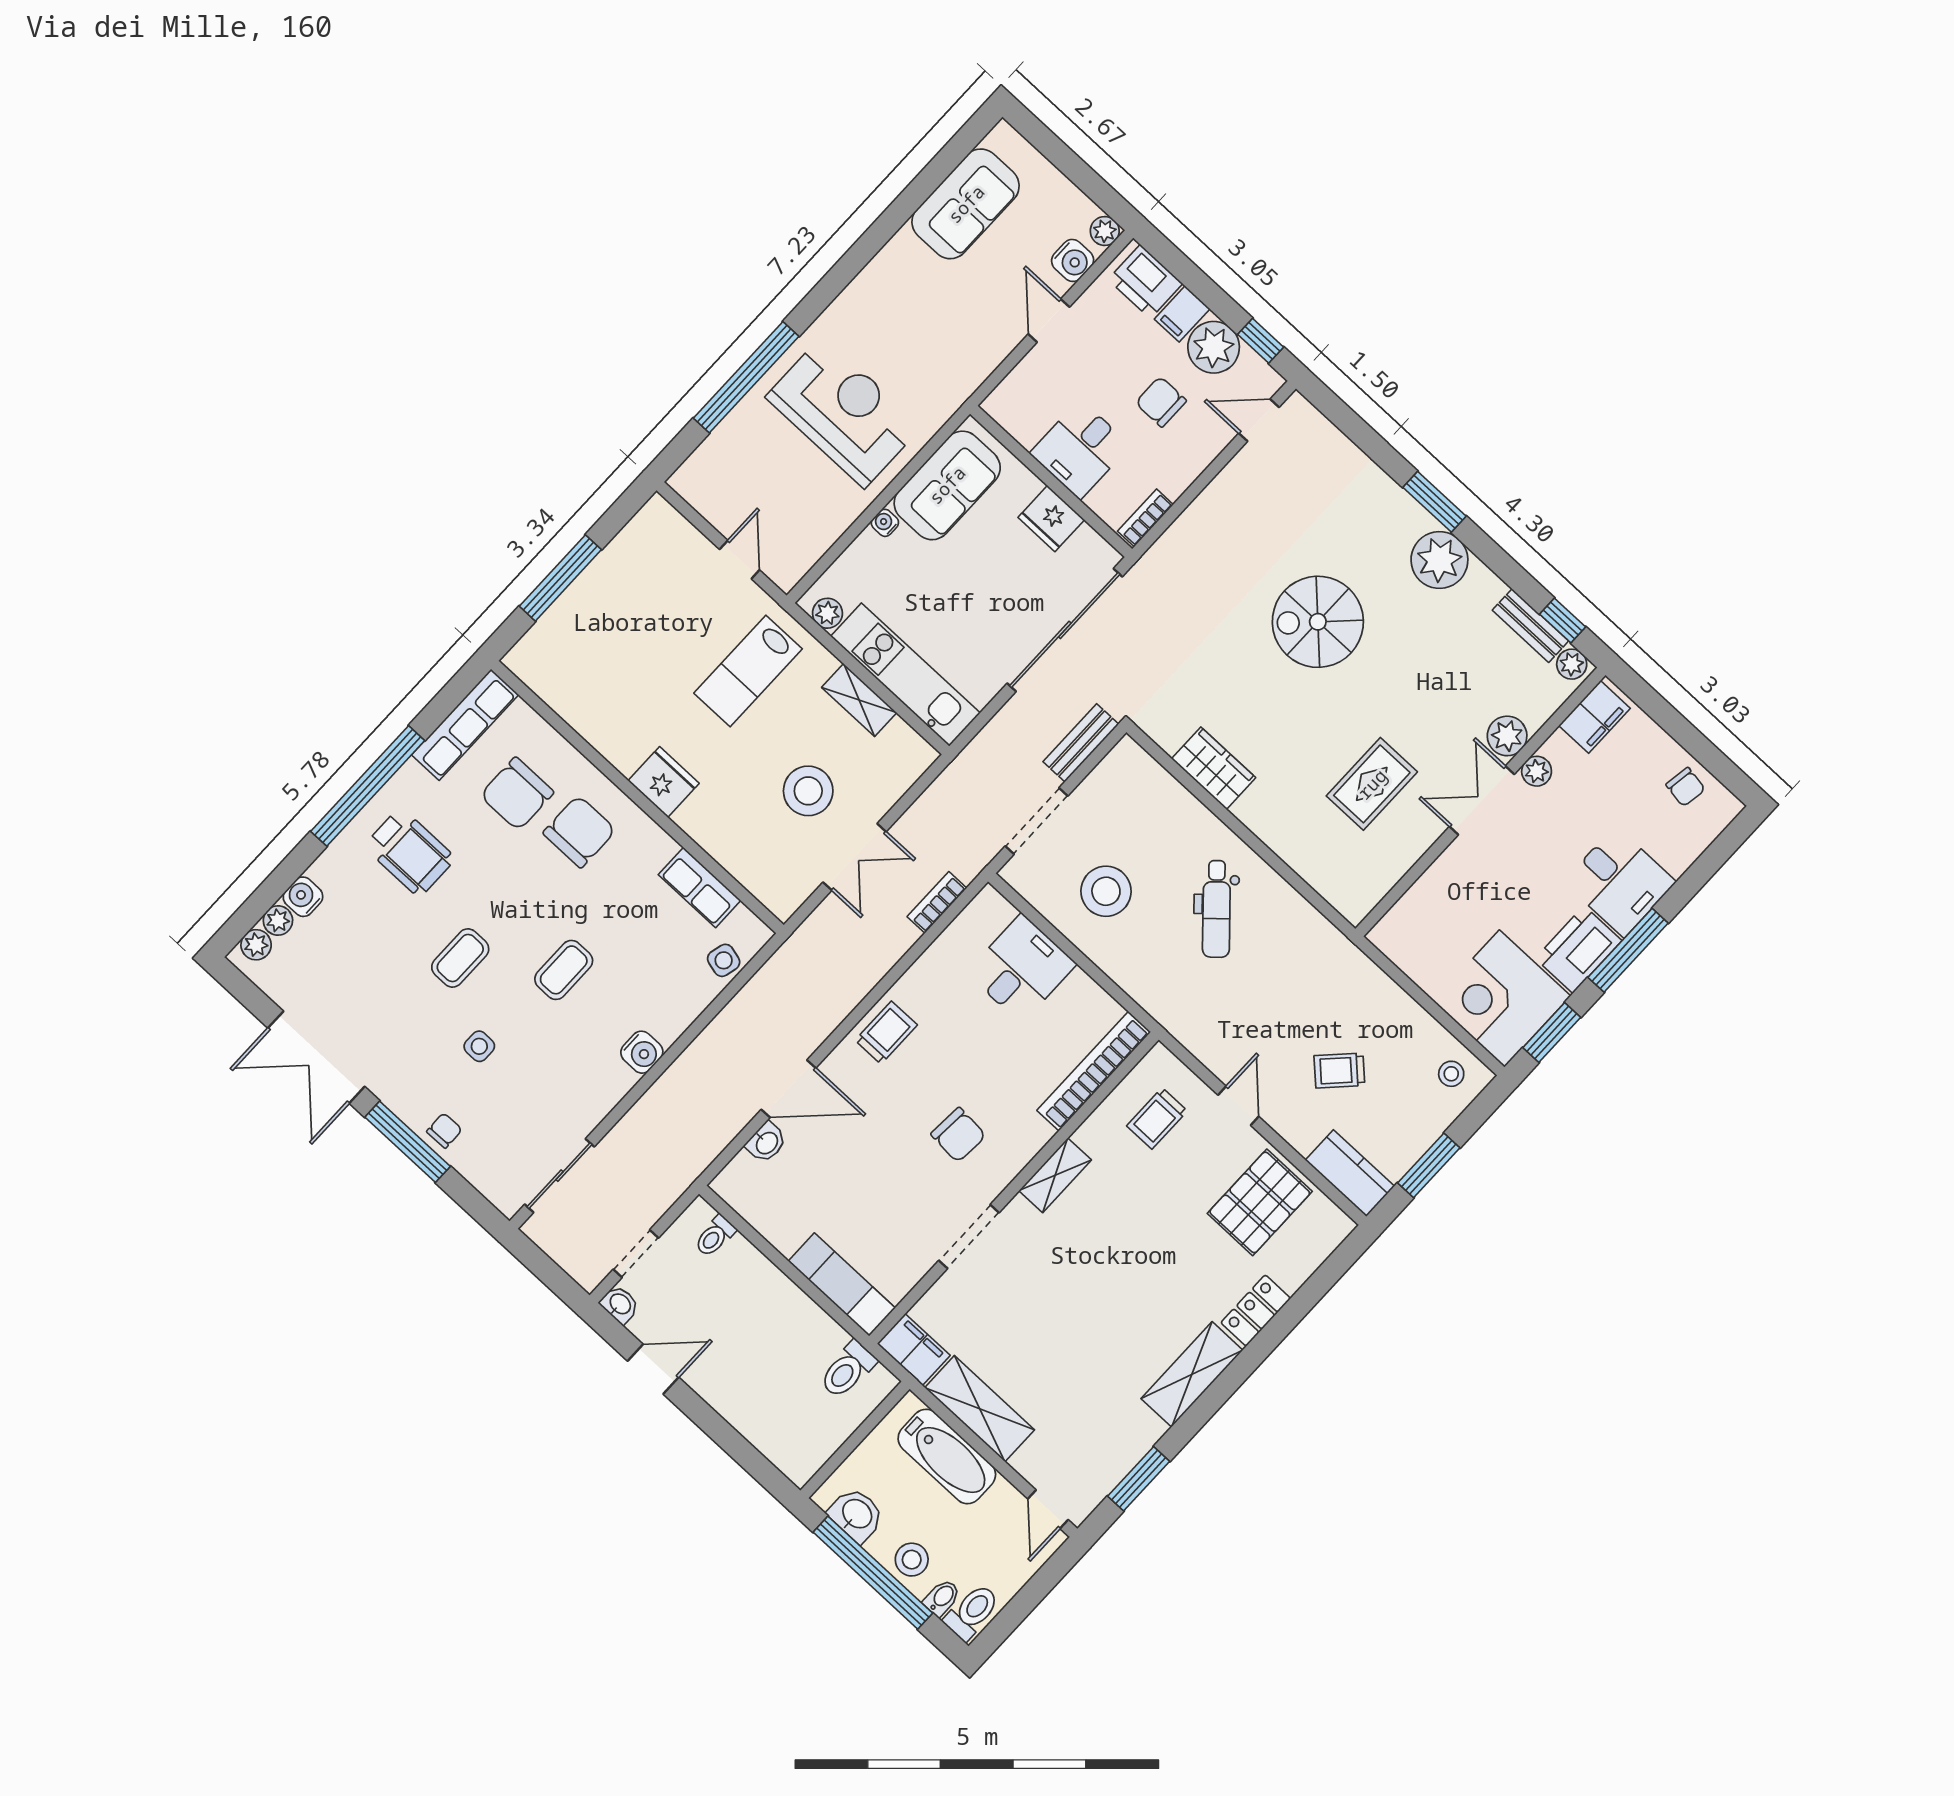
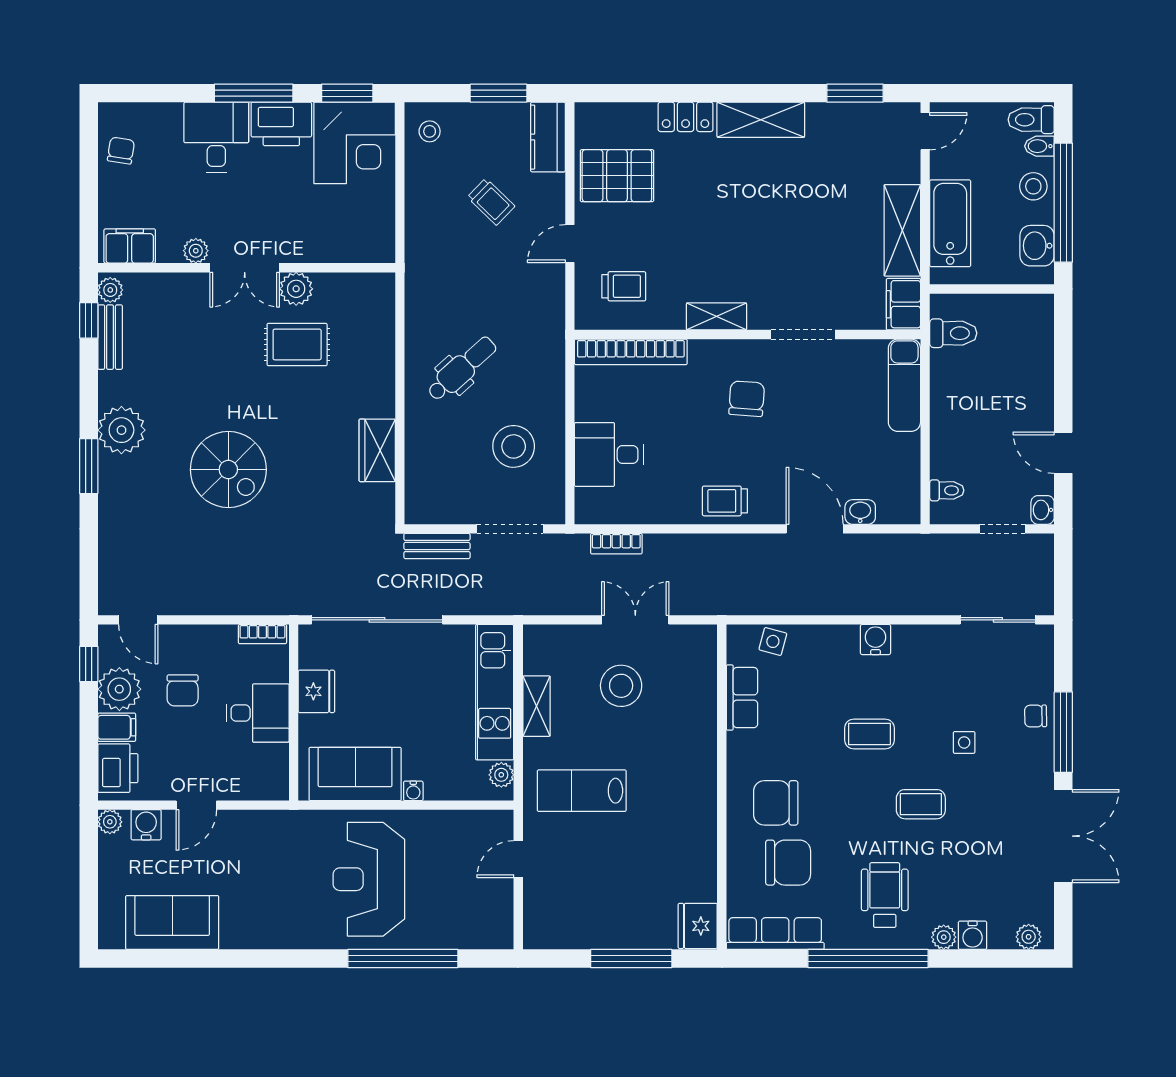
lab bench: (748, 671) -> (582, 791), turned 180
plant: (1507, 736) -> (296, 289), moved
fridge: (664, 782) -> (698, 926), moved
plant: (278, 920) -> (944, 937), moved

